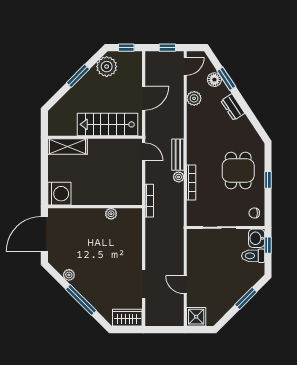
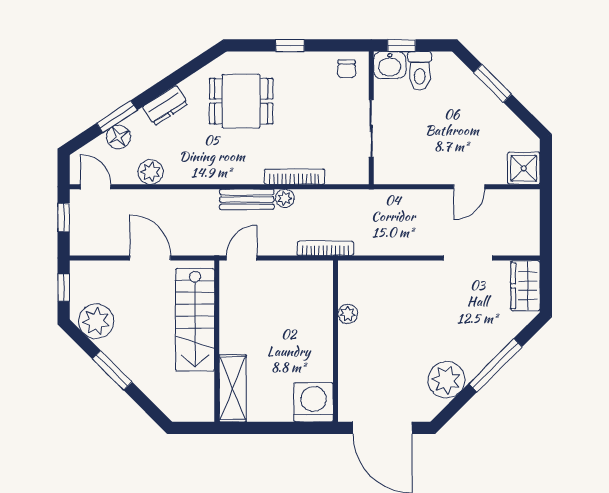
dining table: (238, 171) -> (241, 101), moved
plant: (69, 275) -> (446, 380), width x1.87, depth x1.87

